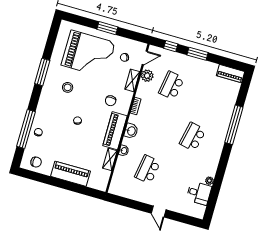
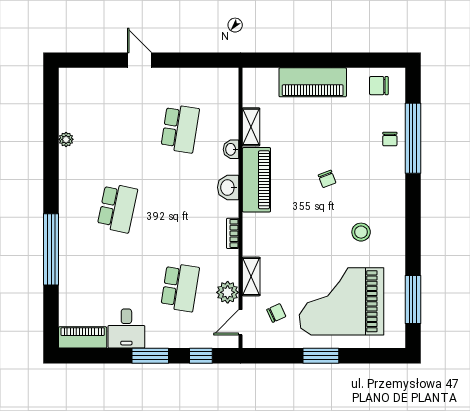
window: (42, 72) -> (413, 299), moved
chair: (111, 101) -> (279, 230), removed
desk: (199, 193) -> (126, 328), moved, turned -90

